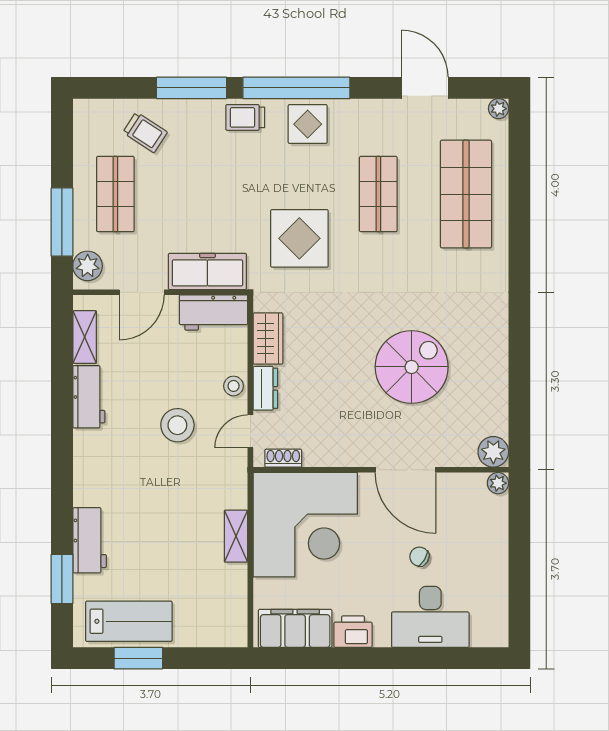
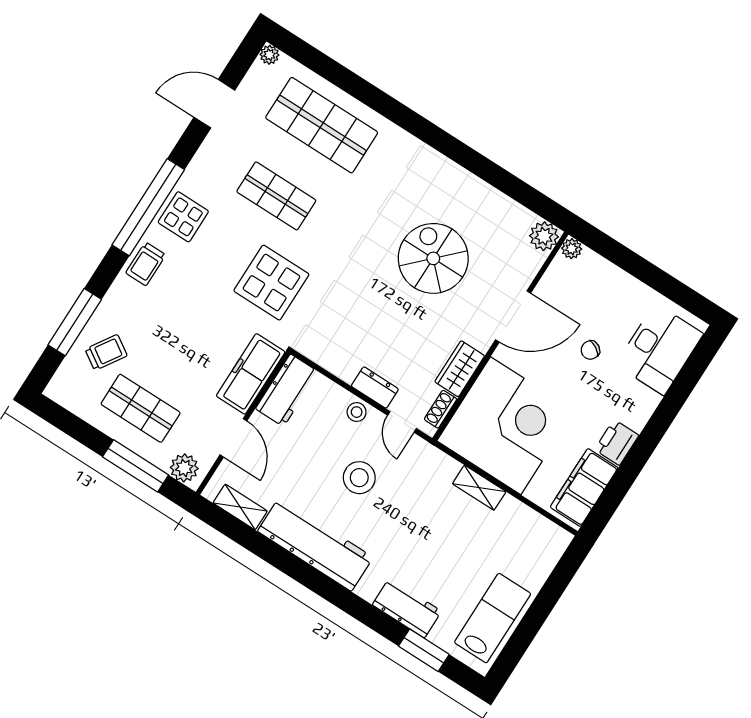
window: (192, 88) -> (75, 322), moved
wardrobe: (268, 339) -> (460, 369), moved, turned -90
workbench: (89, 397) -> (315, 544), width x1.88, depth x1.32
desk: (430, 617) -> (659, 349), moved
window: (138, 658) -> (527, 629), removed

